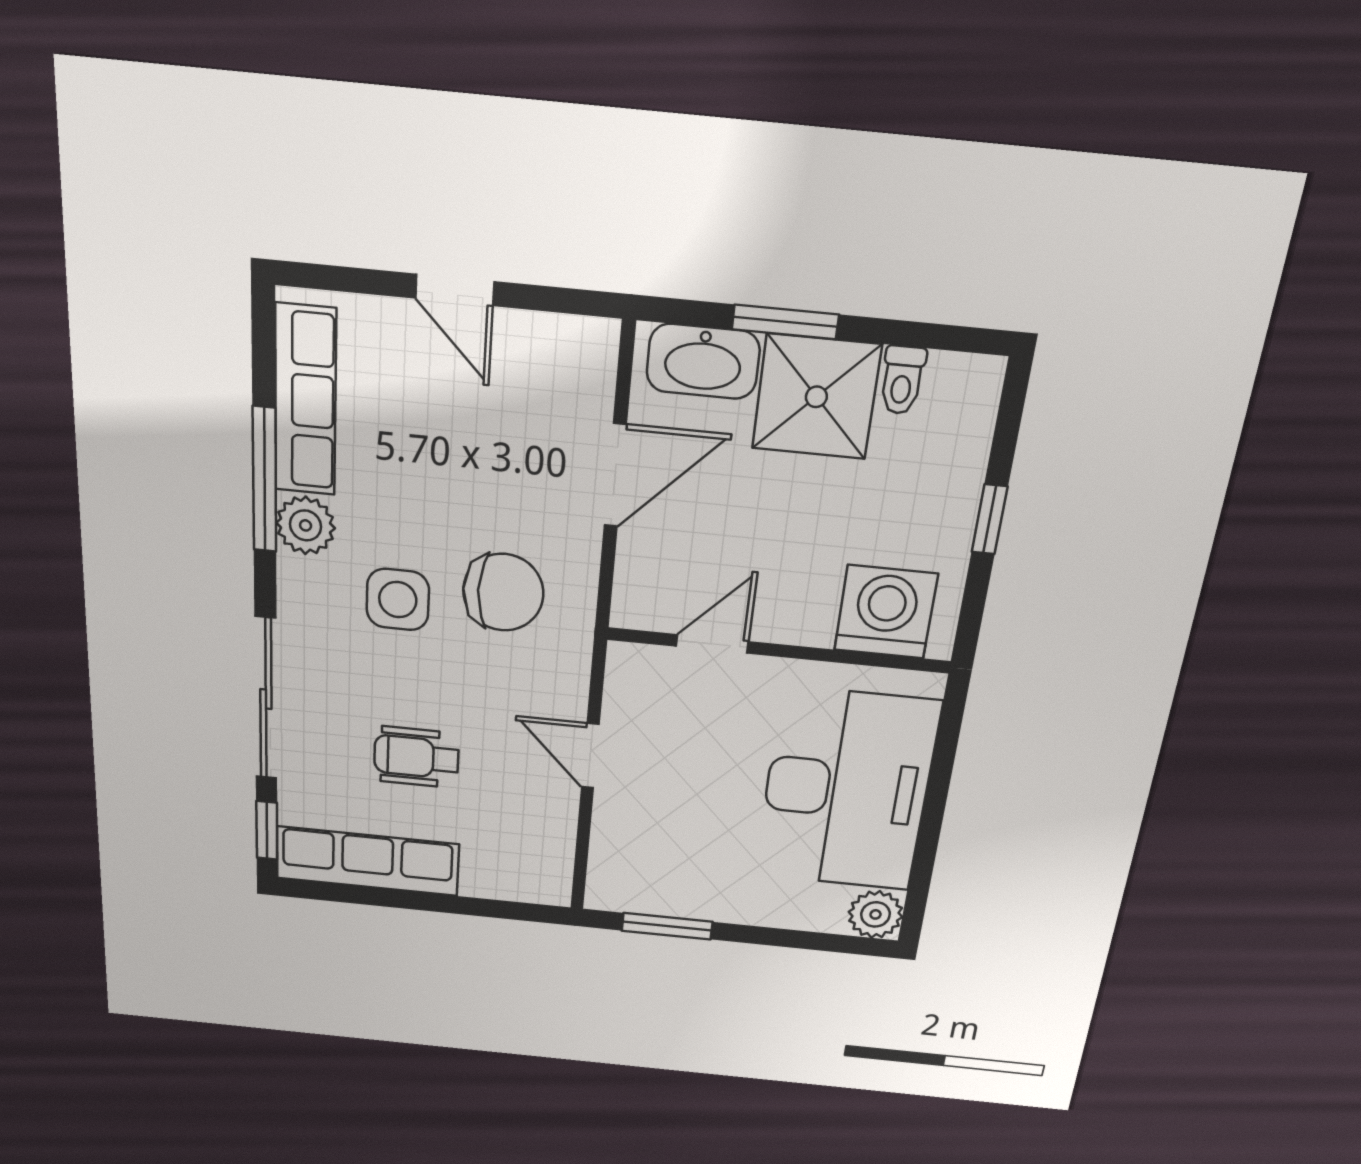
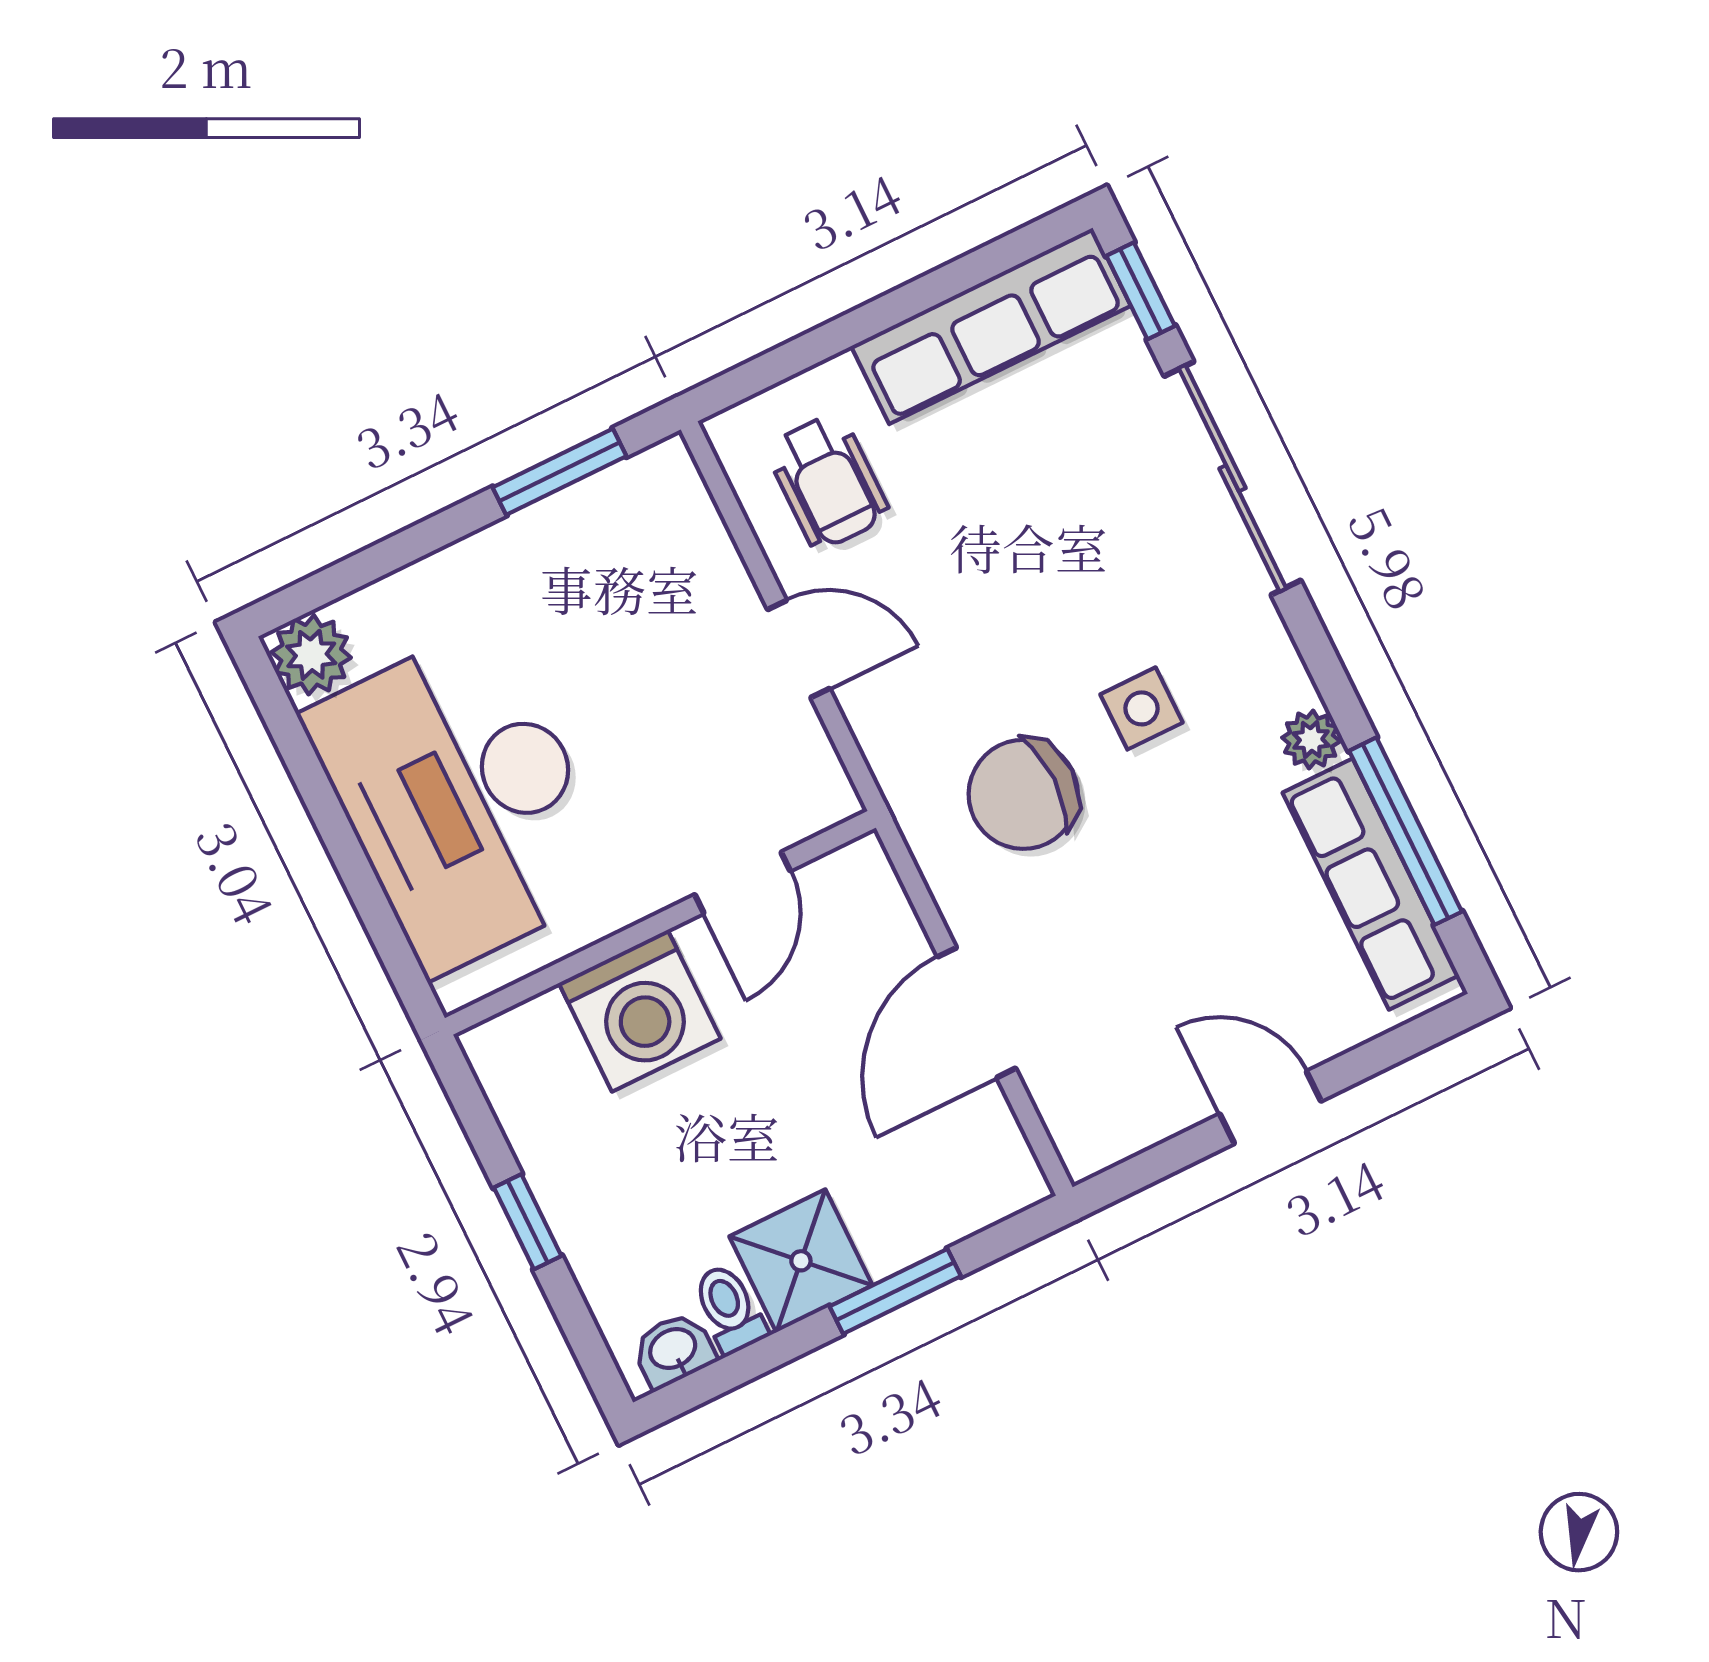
washbasin: (703, 361) -> (673, 1350), moved, width x0.52, depth x0.69
shower: (816, 397) -> (801, 1261), width x0.73, depth x0.73
window: (265, 480) -> (1405, 831), moved
plant: (306, 525) -> (1311, 740), width x0.73, depth x0.73
side table: (398, 600) -> (1141, 708), width x0.73, depth x0.73
washing machine: (886, 612) -> (640, 1011), moved
wheelchair: (416, 757) -> (828, 481), moved, turned 90

